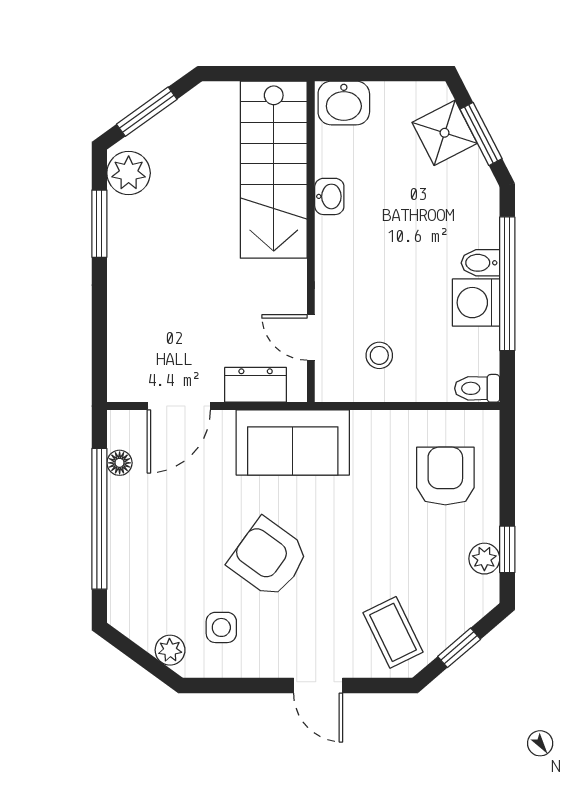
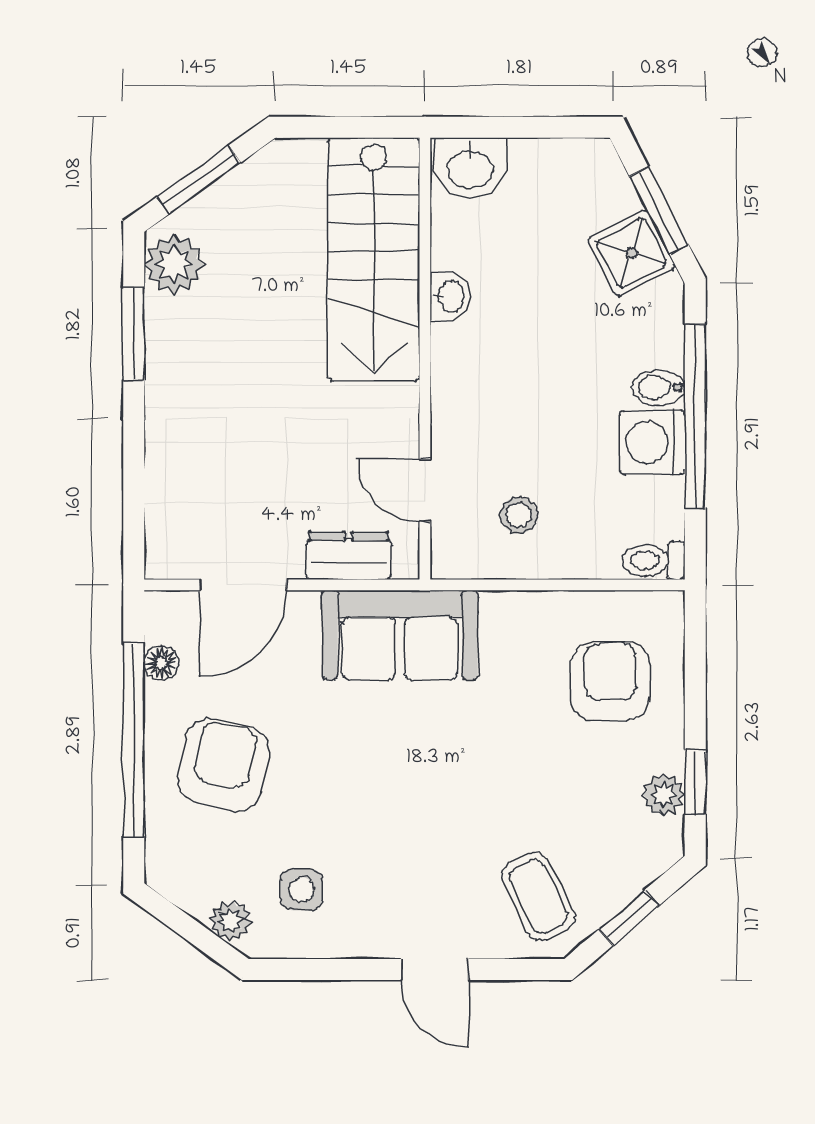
shower: (445, 133) -> (631, 253), moved
armchair: (269, 558) -> (223, 765), moved, turned 66

